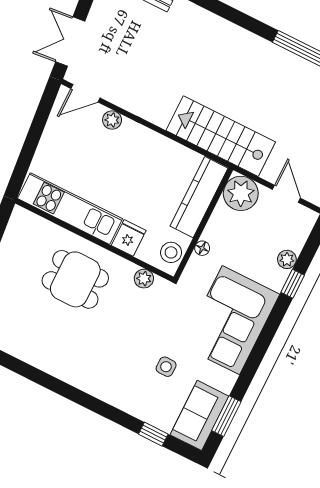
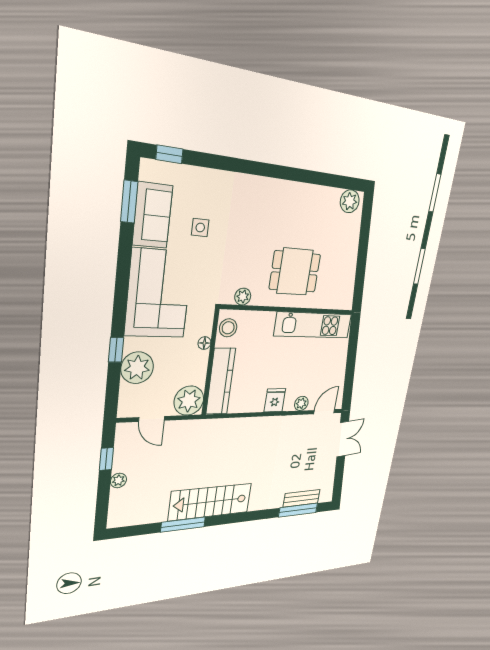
stairs: (221, 136) -> (210, 502), moved, turned 180
fridge: (129, 238) -> (275, 400), moved, turned 180
plant: (287, 259) -> (137, 368), width x1.88, depth x1.88
sofa: (199, 415) -> (152, 215), moved
window: (153, 434) -> (169, 154), moved

